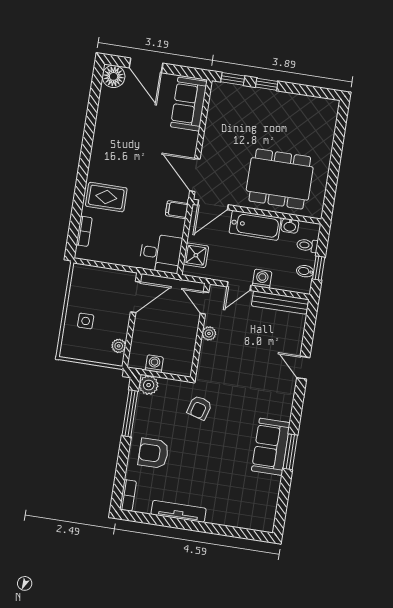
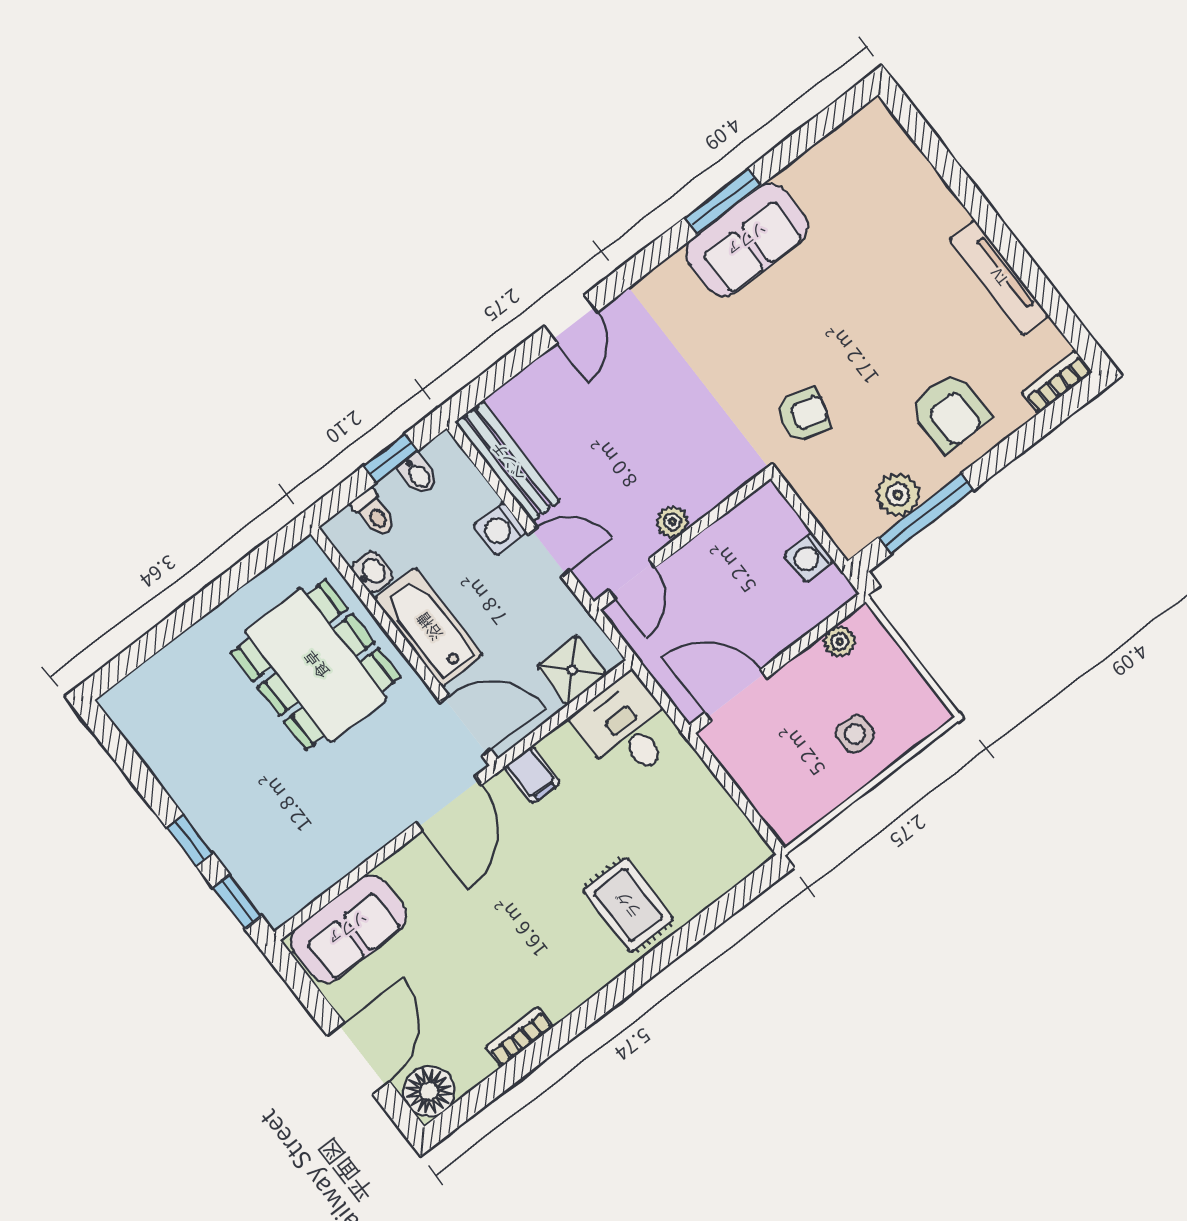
bookcase: (84, 231) -> (519, 1037), moved
plant: (149, 385) -> (898, 495), moved

